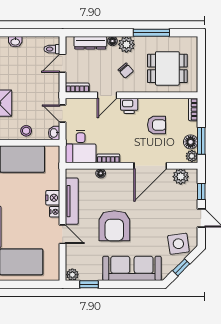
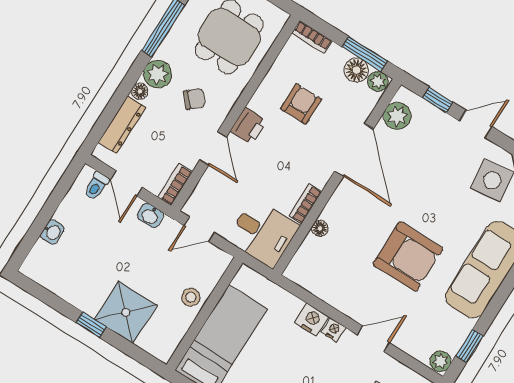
washbasin: (54, 133) -> (150, 216), moved
tv unit: (72, 201) -> (334, 295), removed

